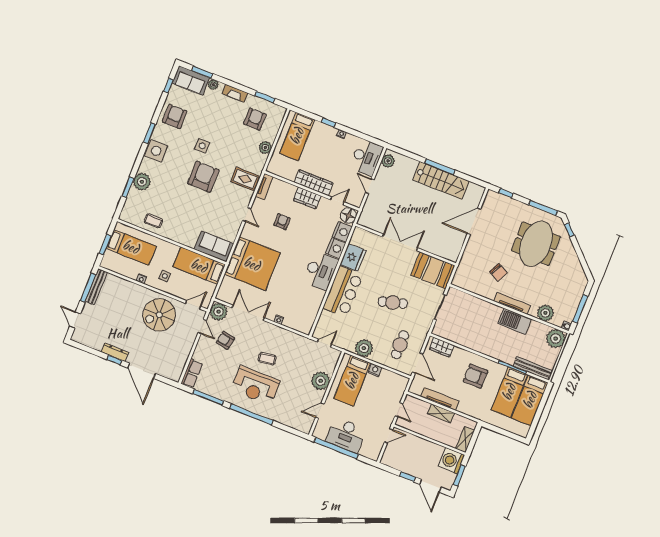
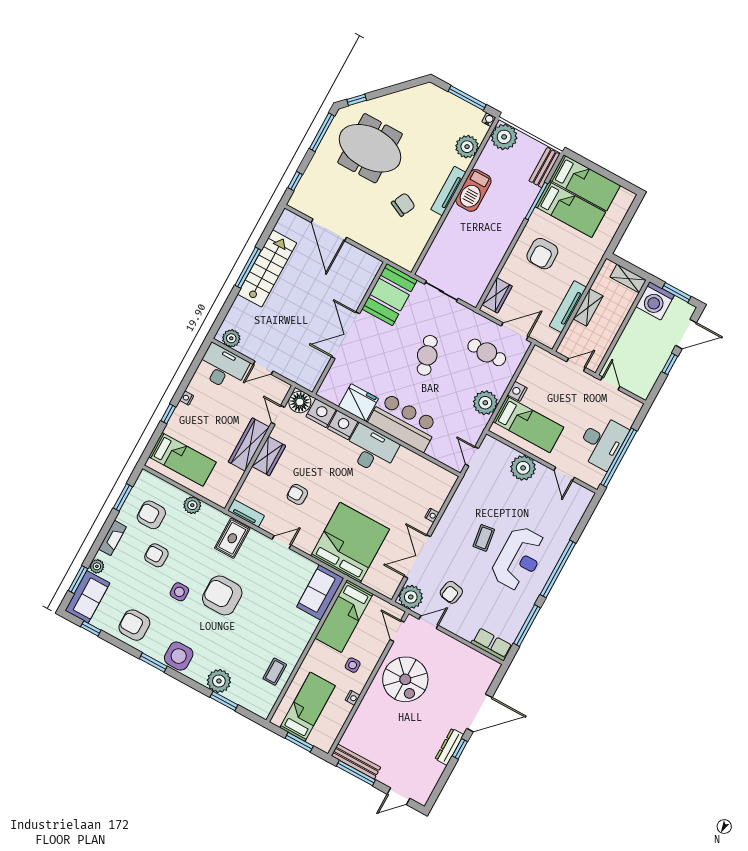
armchair: (226, 126) -> (156, 555), added
bench: (533, 368) -> (544, 168), width x0.73

